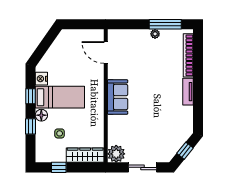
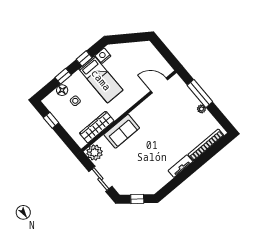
window: (165, 24) -> (200, 93), moved
door: (106, 53) -> (159, 85), hinge flipped
sofa: (118, 97) -> (122, 131), moved
floor lamp: (41, 115) -> (62, 90), moved
wardrobe: (85, 155) -> (97, 127), moved, turned -90

